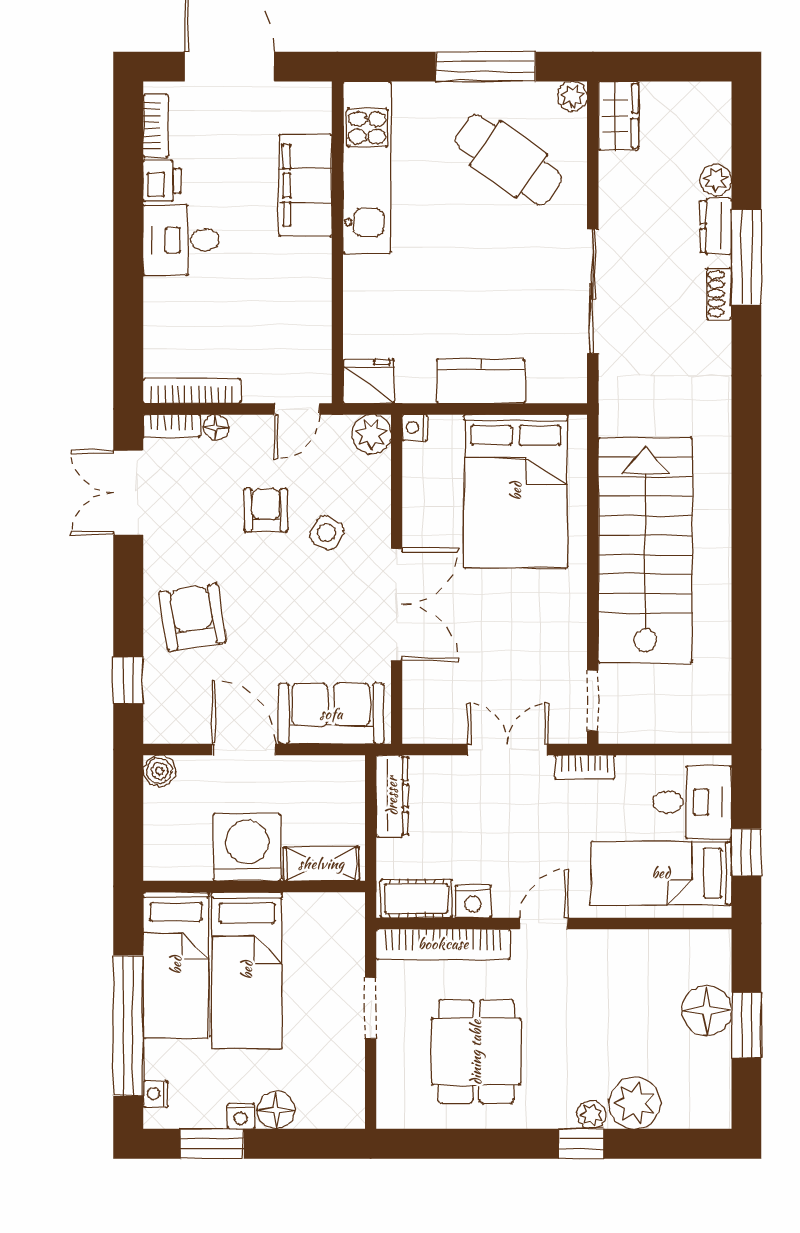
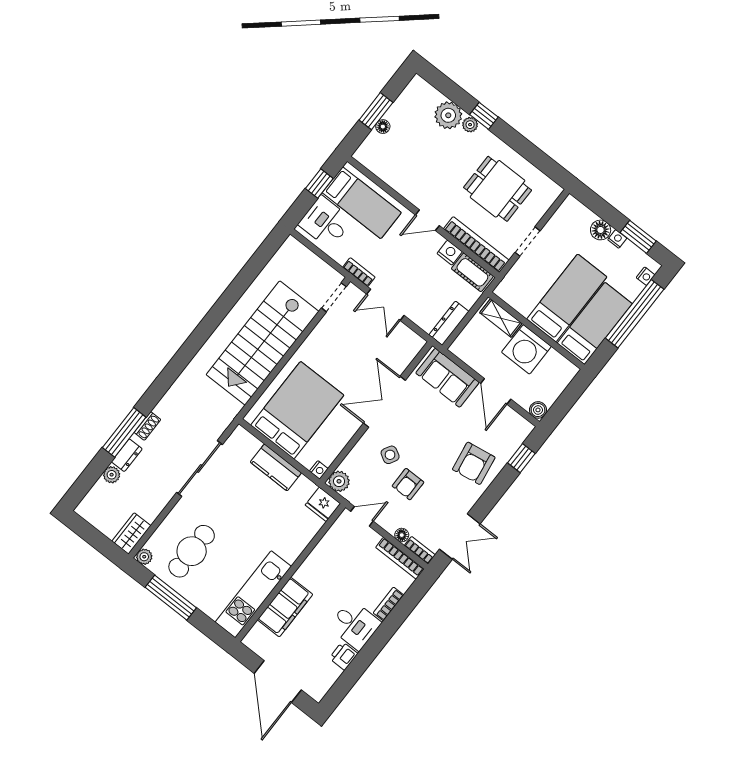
bookcase: (156, 126) -> (388, 604), moved
cafe table: (509, 160) -> (192, 551), turned 54
floor lamp: (707, 1010) -> (383, 127), width x0.53, depth x0.53
dining table: (476, 1052) -> (498, 189), turned 90

